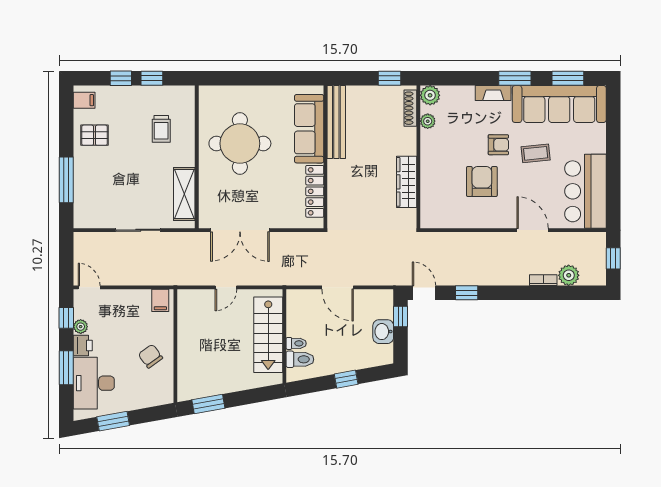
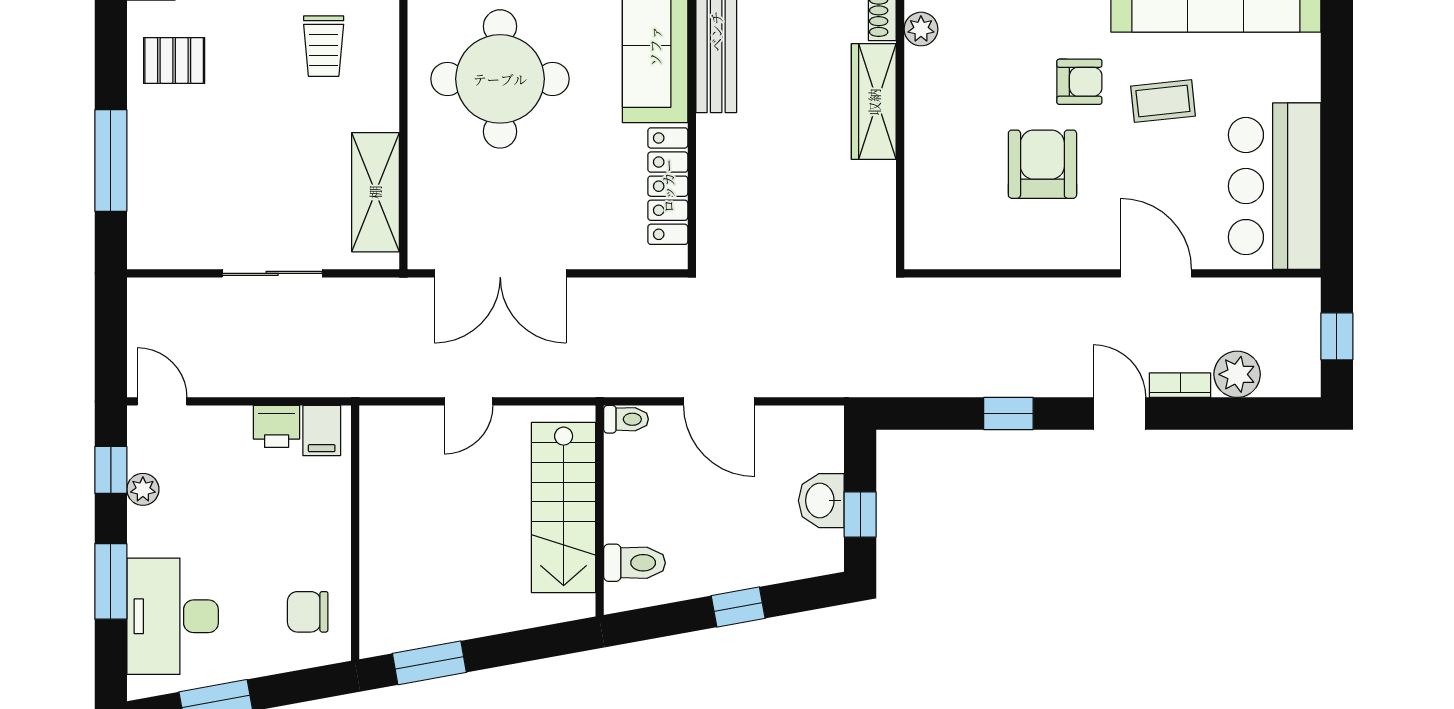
wardrobe: (407, 182) -> (874, 102), moved
door: (424, 293) -> (1119, 414), moved
window: (401, 316) -> (860, 514), moved
toilet: (296, 343) -> (626, 419), moved
printer: (83, 345) -> (277, 426), moved, turned 90
chair: (150, 356) -> (308, 612), moved, turned -54

